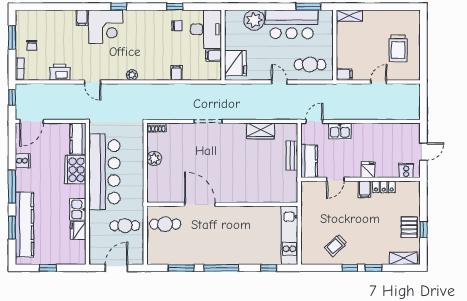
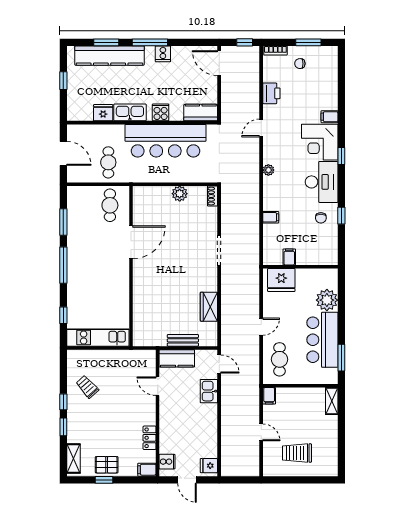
desk: (206, 29) -> (322, 182), moved, turned -90
cooker: (23, 161) -> (163, 54), moved
cooker: (75, 170) -> (161, 112), width x0.53, depth x0.76
fridge: (368, 170) -> (209, 466), moved, turned 180
filing cabinet: (365, 189) -> (147, 470), moved
kitchen sink: (78, 209) -> (130, 112), width x1.38

